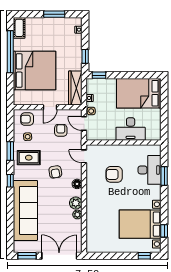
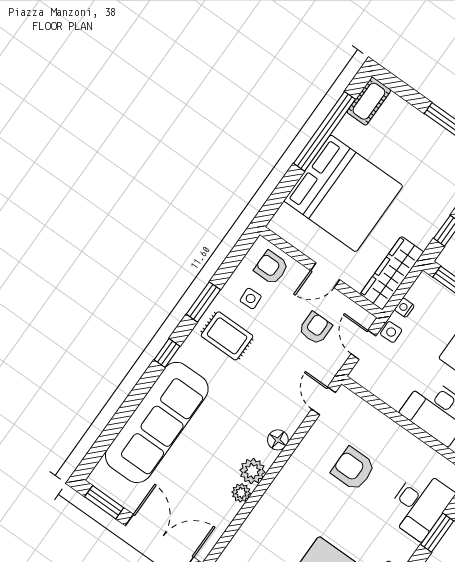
armchair: (55, 172) -> (255, 393), removed

